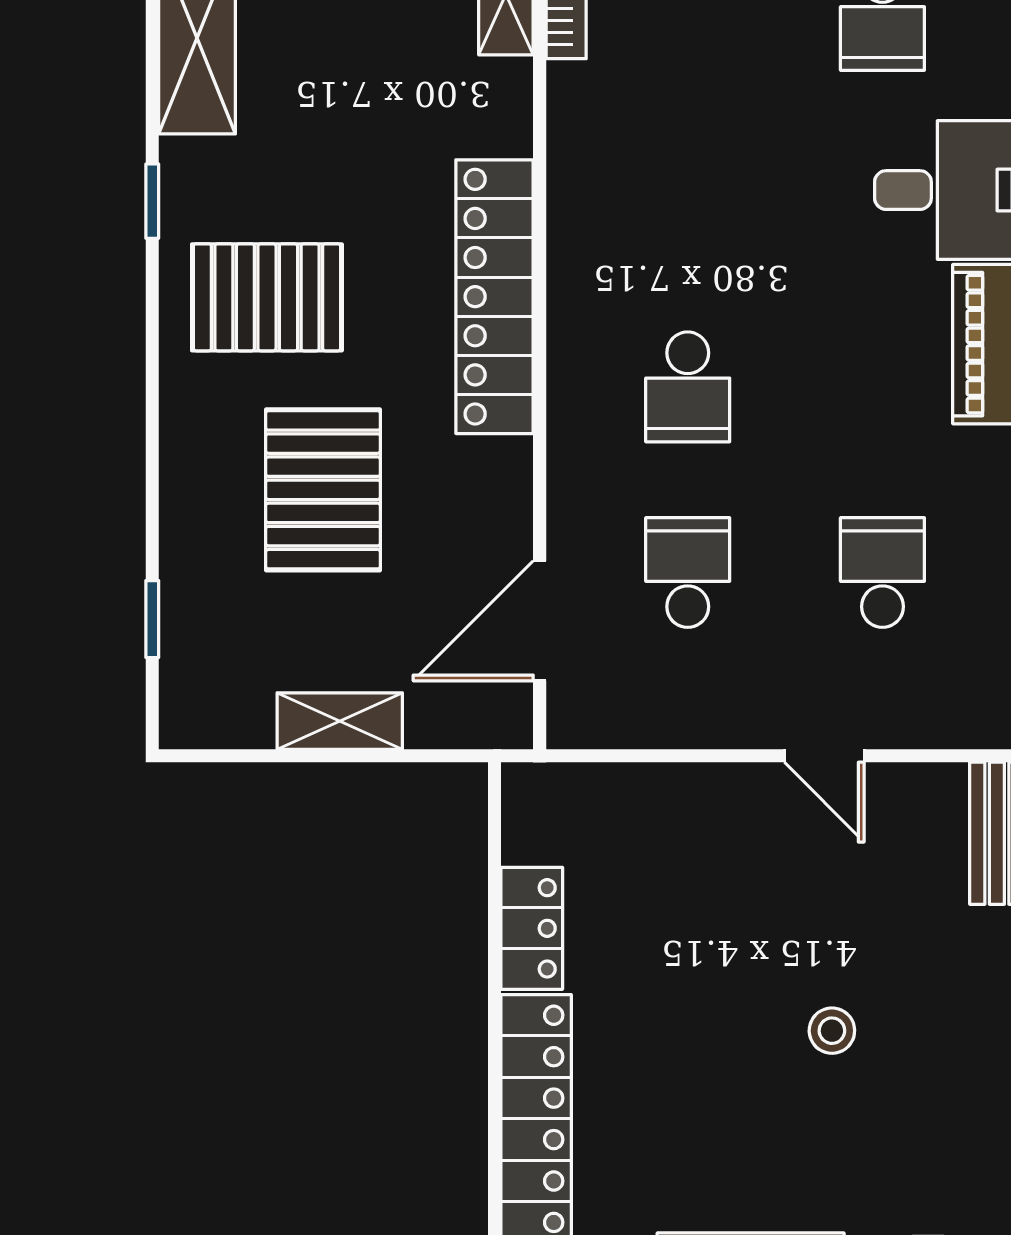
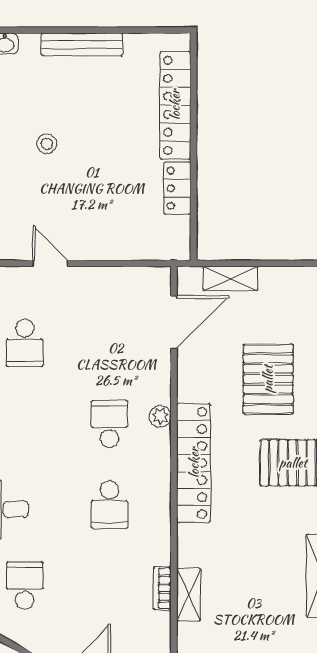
plant: (571, 405) -> (160, 416), added
school desk: (688, 573) -> (109, 505), moved
shelving: (340, 721) -> (230, 278), moved

